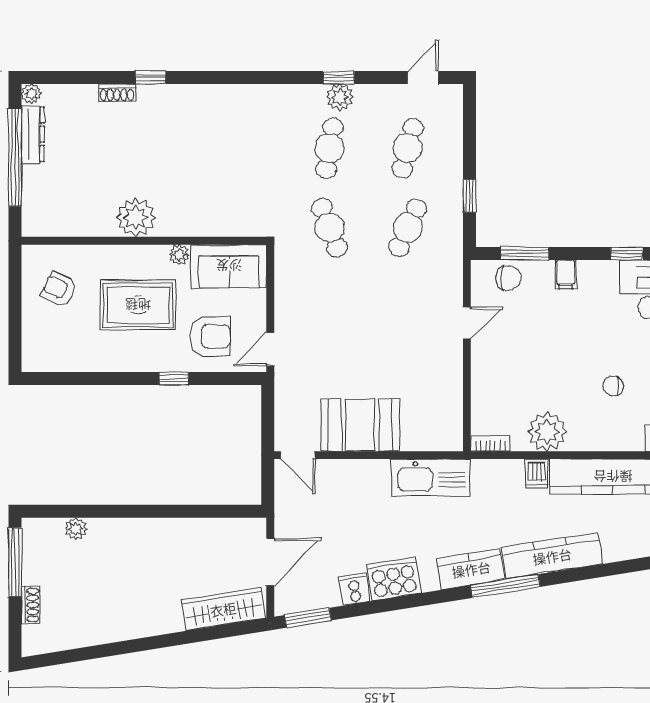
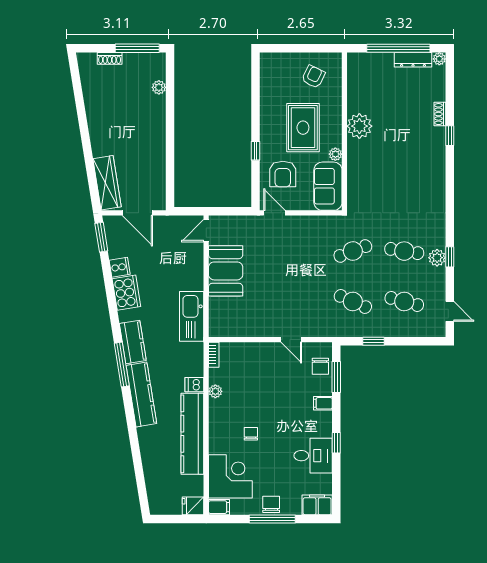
plant: (547, 432) -> (215, 391), width x0.53, depth x0.53

